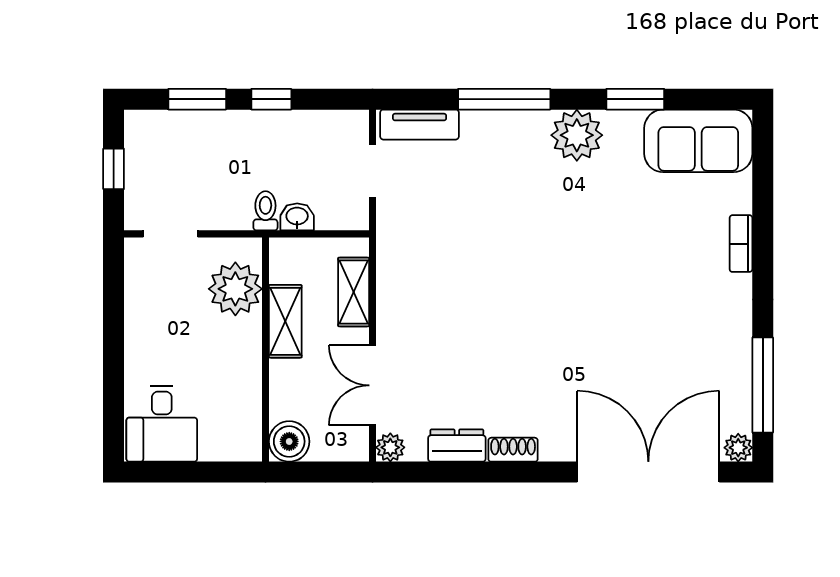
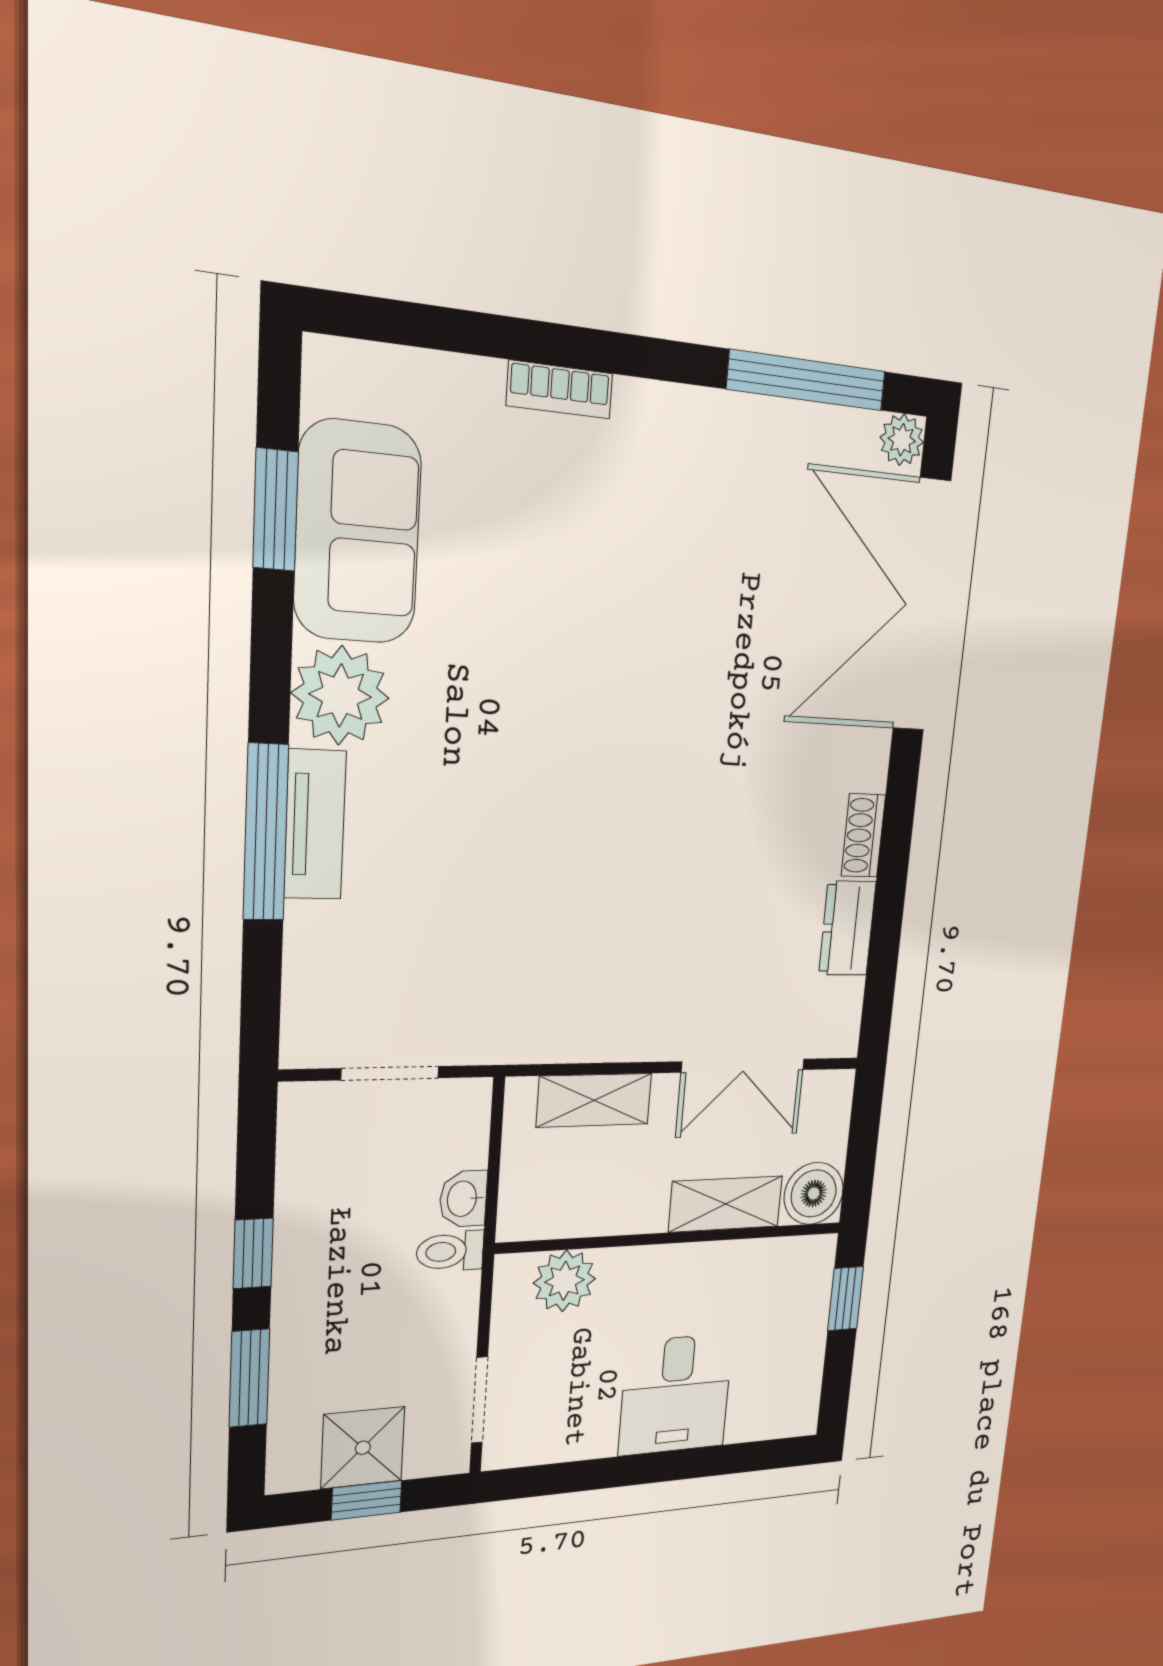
window: (635, 99) -> (275, 510), moved
tv unit: (420, 125) -> (315, 825), moved
sofa: (698, 141) -> (358, 533), moved
shower: (147, 165) -> (363, 1448), added
plant: (235, 289) -> (564, 1281), width x0.73, depth x0.73
shelving: (285, 321) -> (726, 1204), moved
desk: (162, 424) -> (676, 1394), moved, turned 90
plant: (390, 447) -> (839, 1036), removed
window: (217, 472) -> (846, 1299), added

